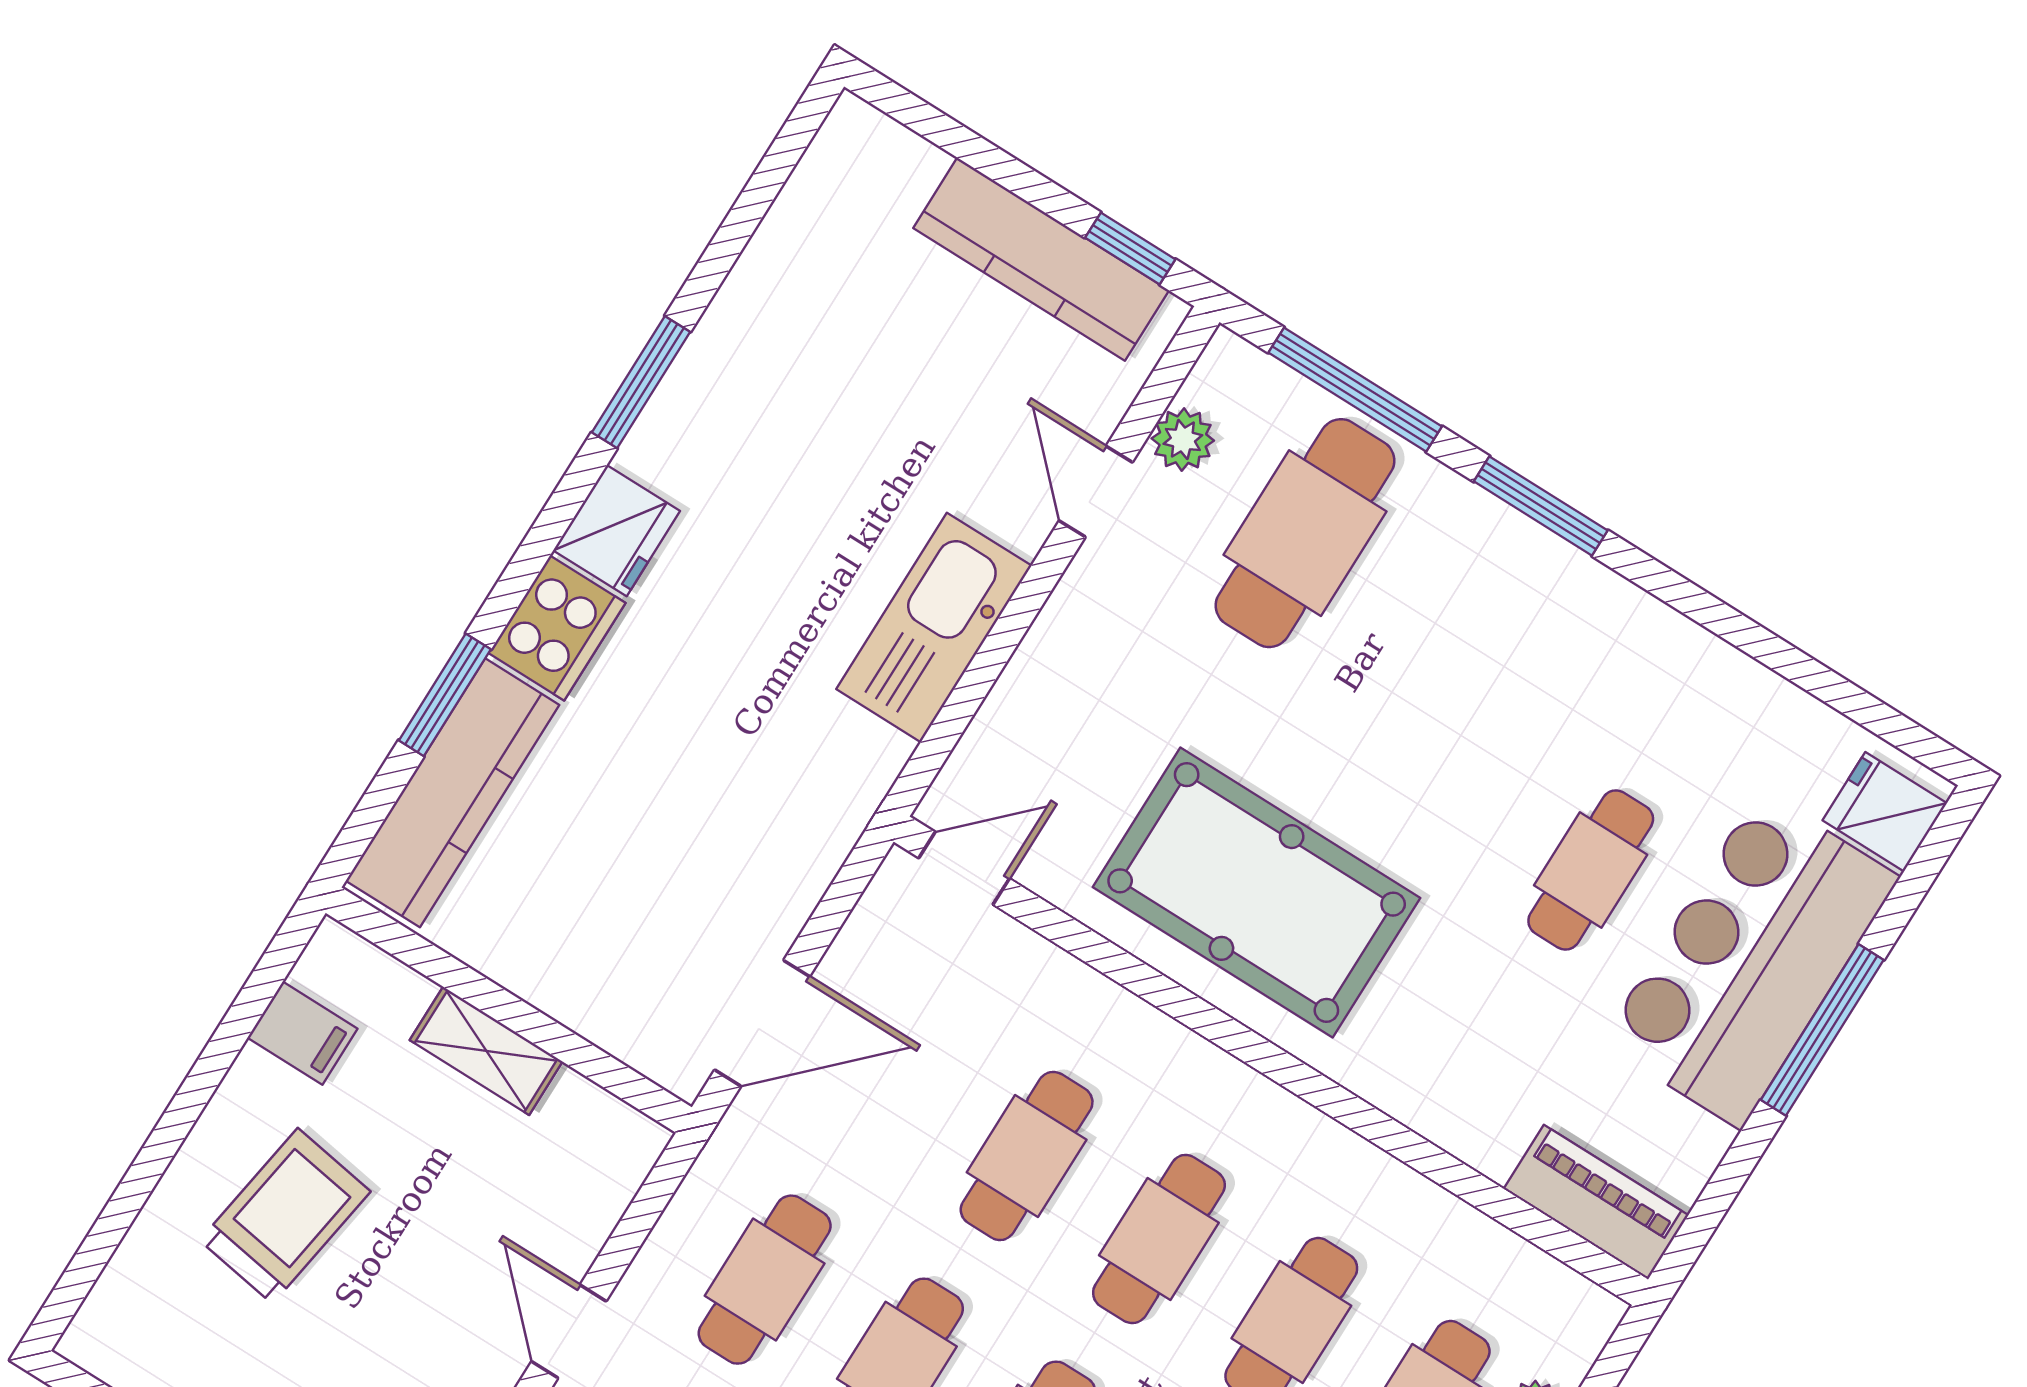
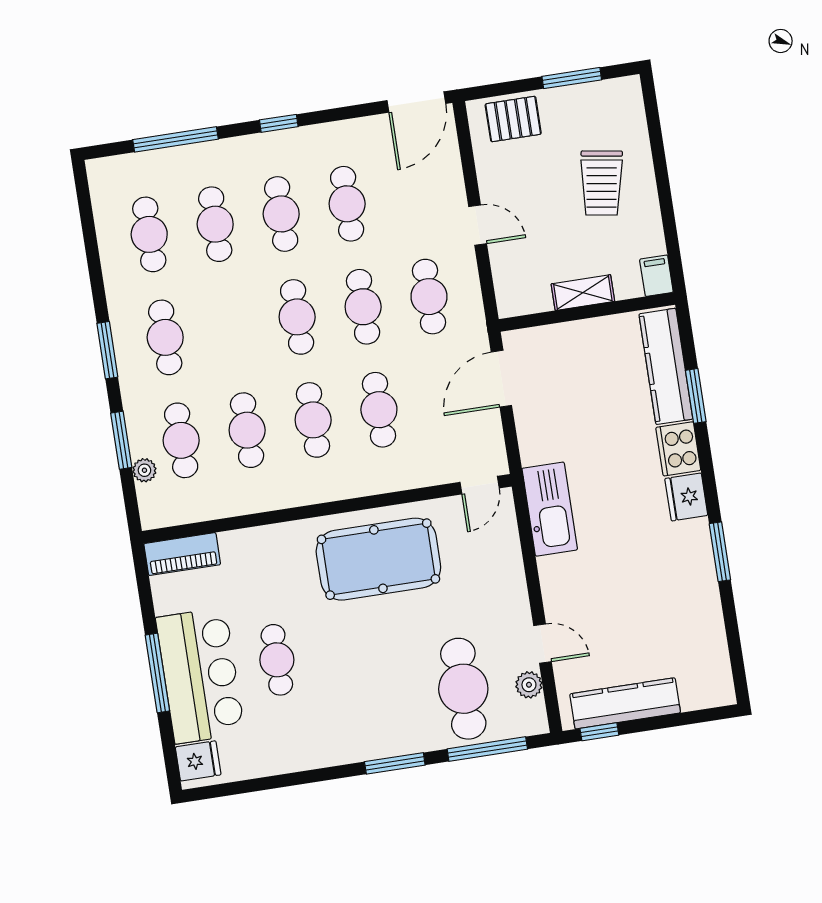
kitchen sink: (934, 627) -> (550, 509), moved
filing cabinet: (302, 1033) -> (656, 276), moved, turned 90

